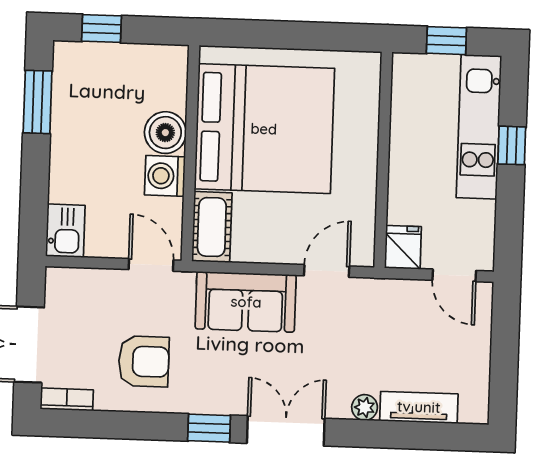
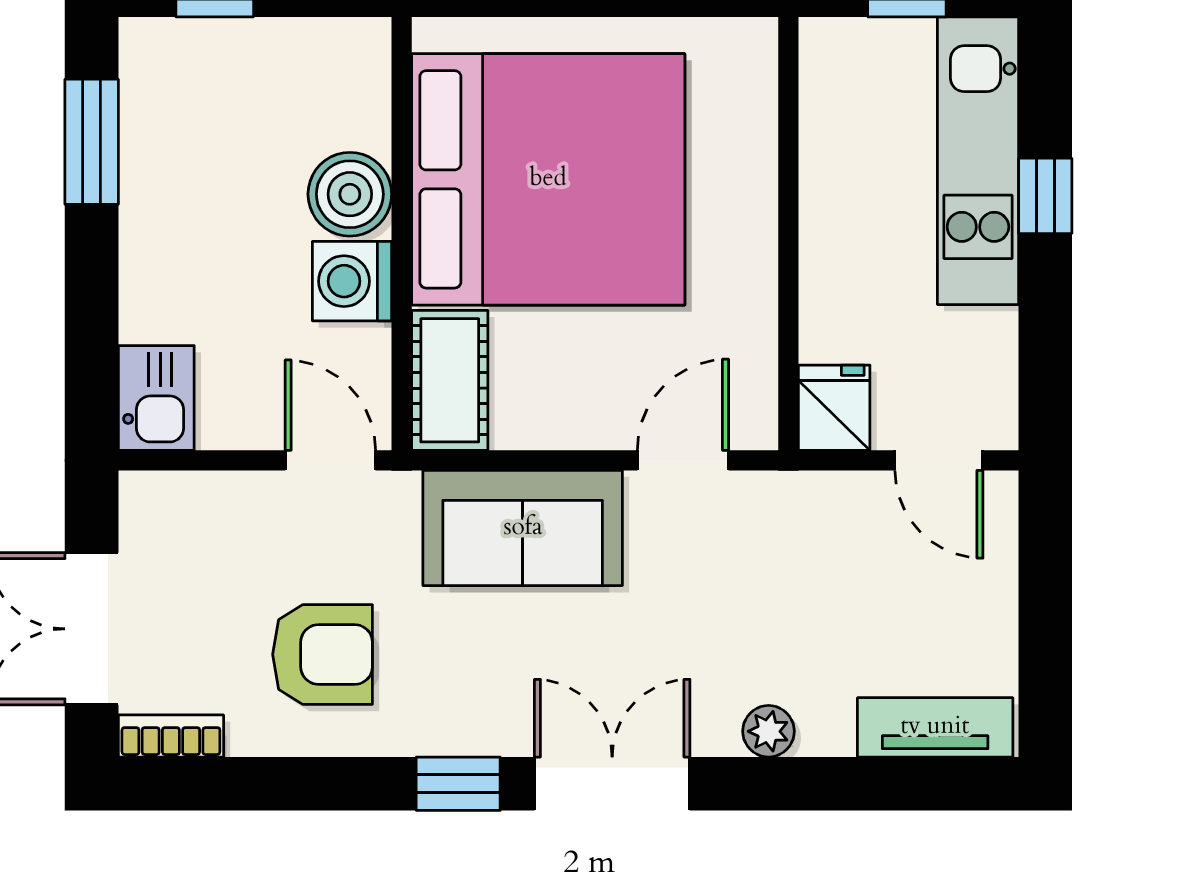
tv unit: (419, 407) -> (935, 727), moved

